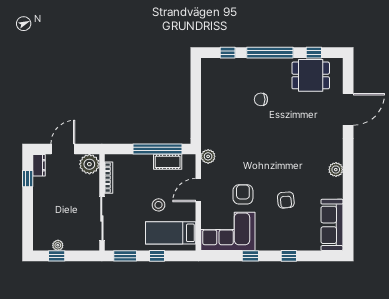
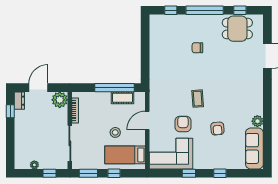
plant: (208, 156) -> (155, 94), removed
coffee table: (261, 163) -> (198, 99), added
plant: (336, 170) -> (257, 121), moved
window: (57, 256) -> (49, 173), moved

